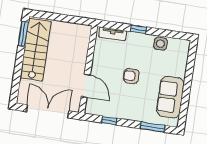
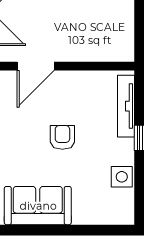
tv unit: (113, 34) -> (126, 106), width x1.41

